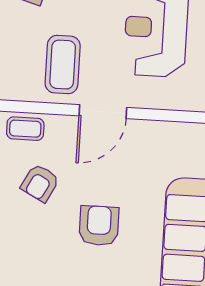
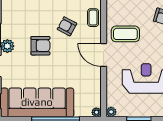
armchair: (99, 226) -> (40, 46), moved

